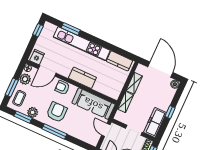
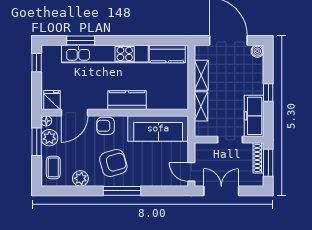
window: (12, 88) -> (37, 142), moved
armchair: (57, 112) -> (113, 163), turned 74
window: (23, 117) -> (70, 191), removed
door: (106, 130) -> (191, 172), moved

